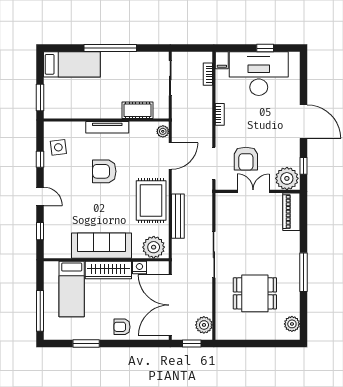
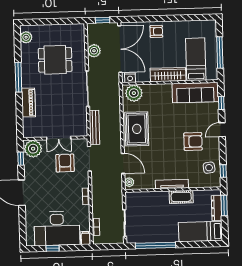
window: (110, 48) -> (156, 245), moved
dresser: (50, 94) -> (217, 208), added
cot: (138, 110) -> (181, 197), moved
door: (170, 156) -> (123, 163), swing flipped
window: (40, 159) -> (223, 171), moved
armchair: (104, 171) -> (193, 141), moved
door: (40, 196) -> (222, 130), hinge flipped
piano: (291, 212) -> (28, 102), moved
bench: (178, 216) -> (94, 127), moved
sofa: (101, 246) -> (195, 93), moved
nightstand: (139, 268) -> (130, 78), moved
window: (40, 311) -> (220, 53), moved
plant: (204, 325) -> (94, 51), moved
window: (86, 343) -> (184, 18), removed

